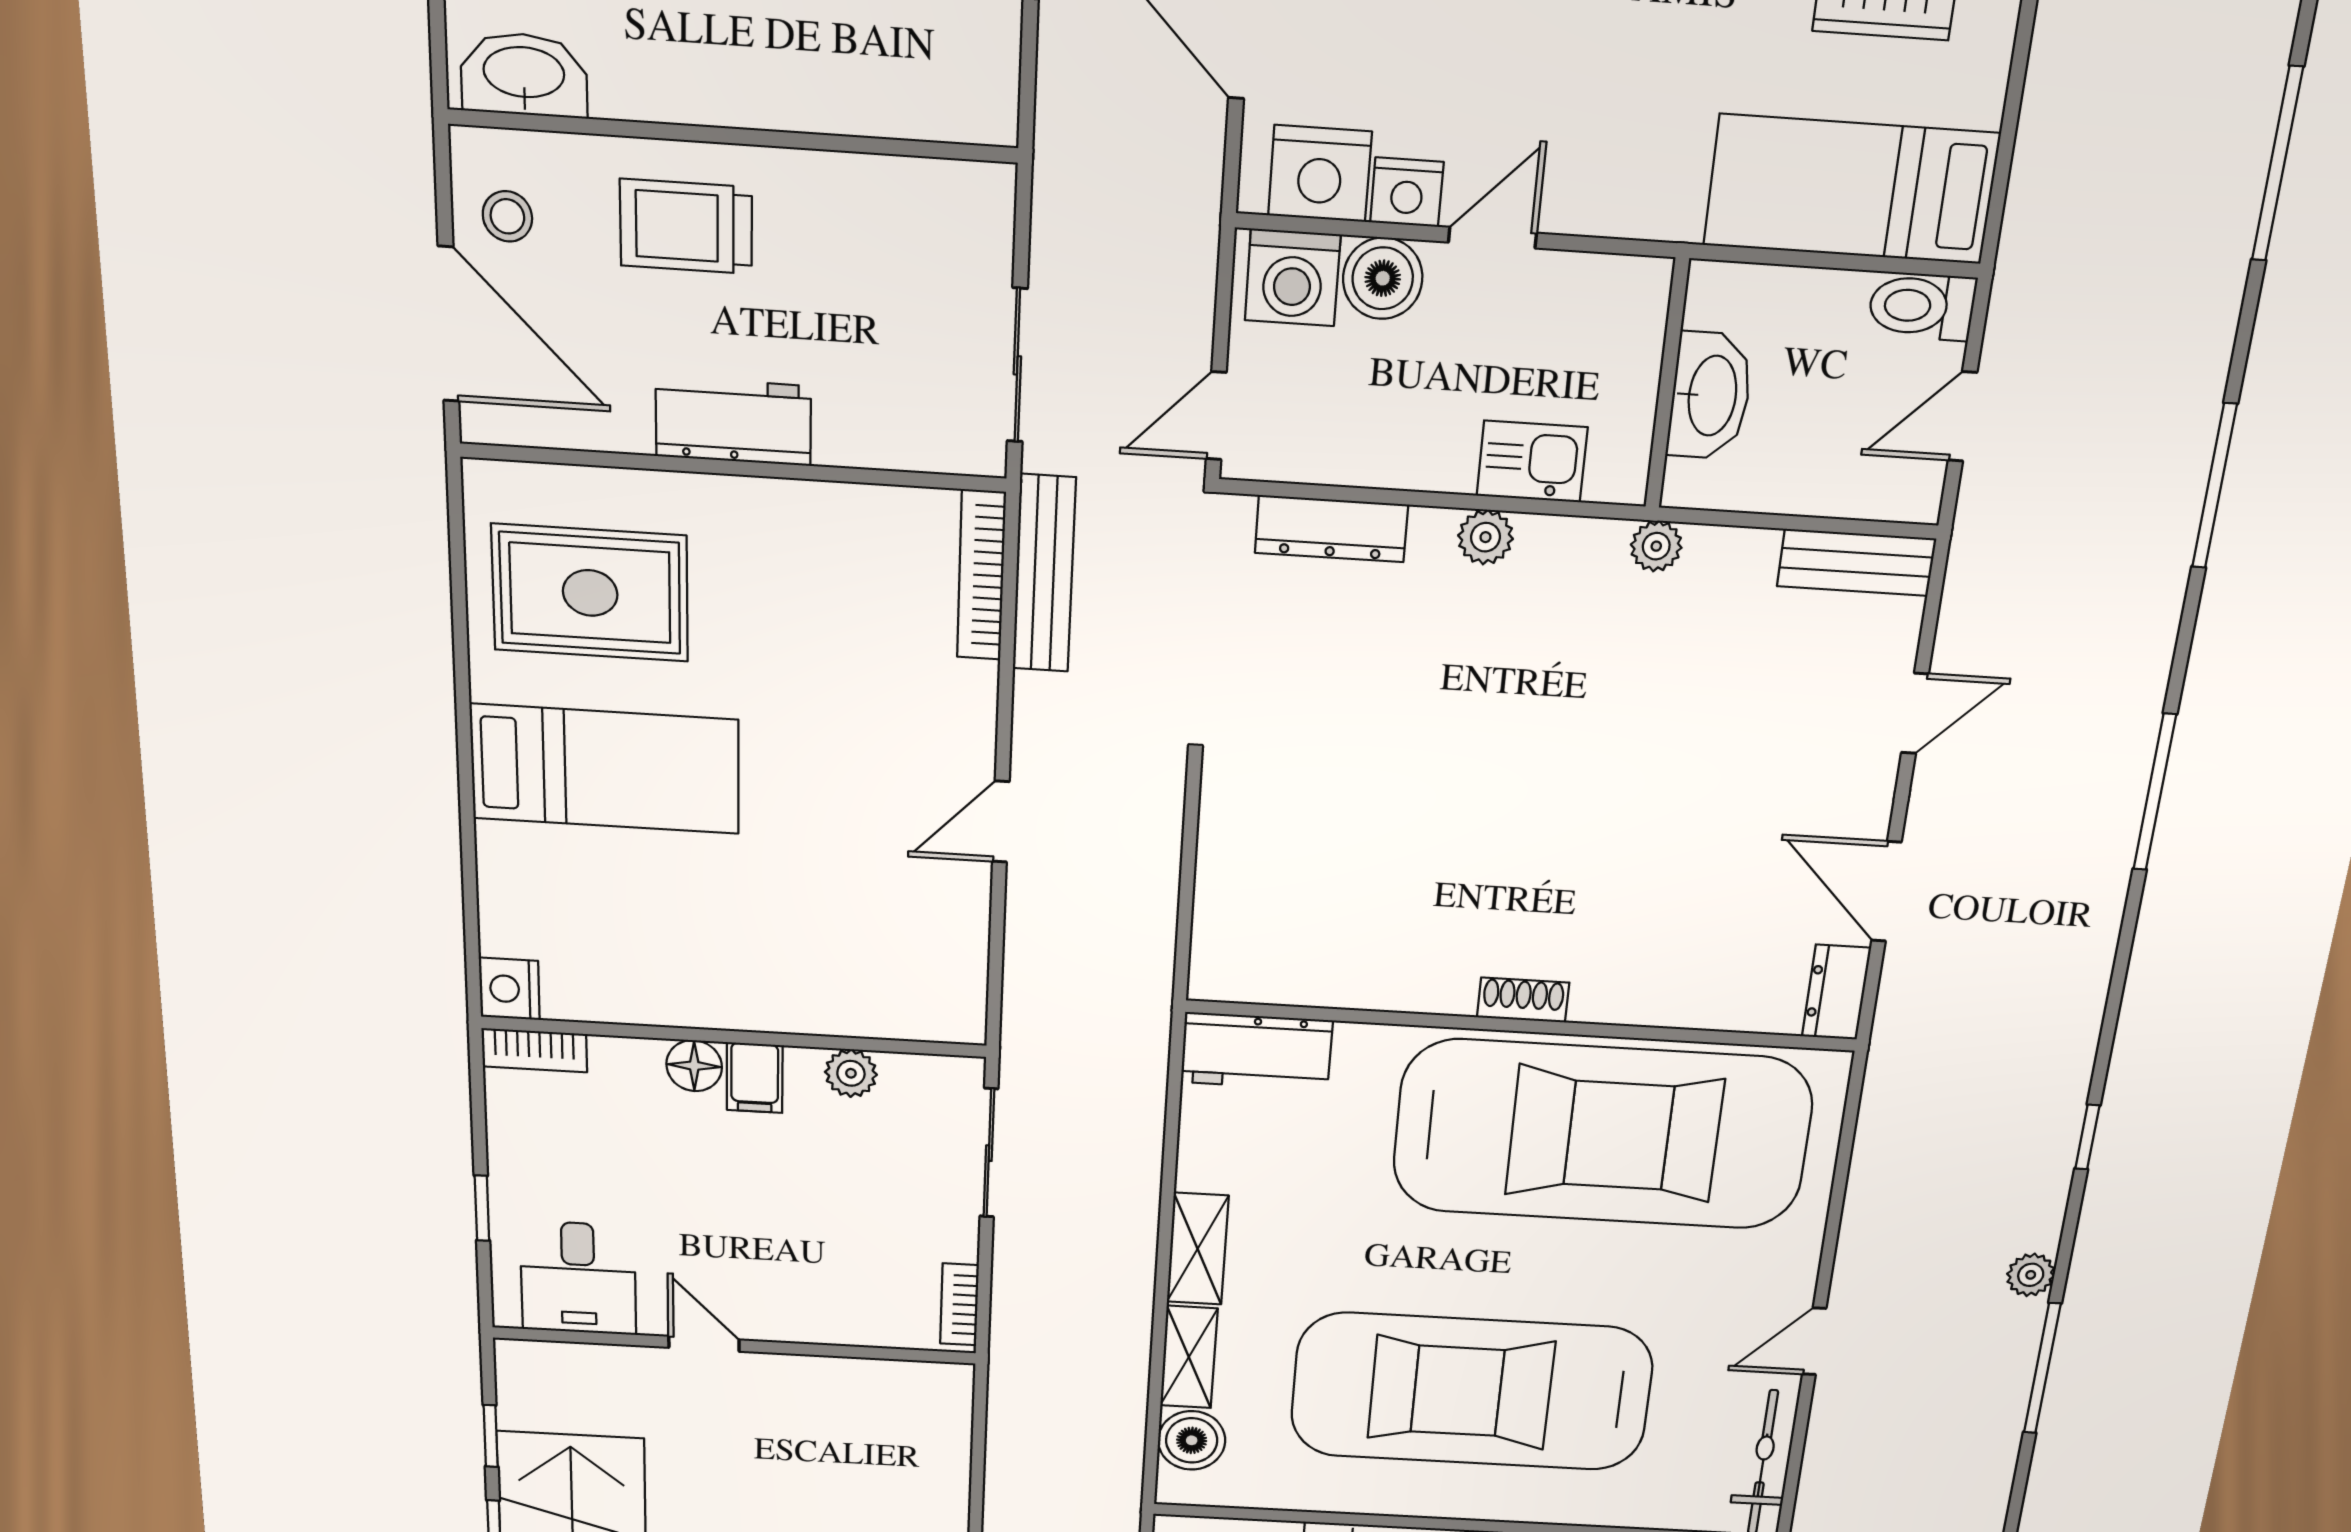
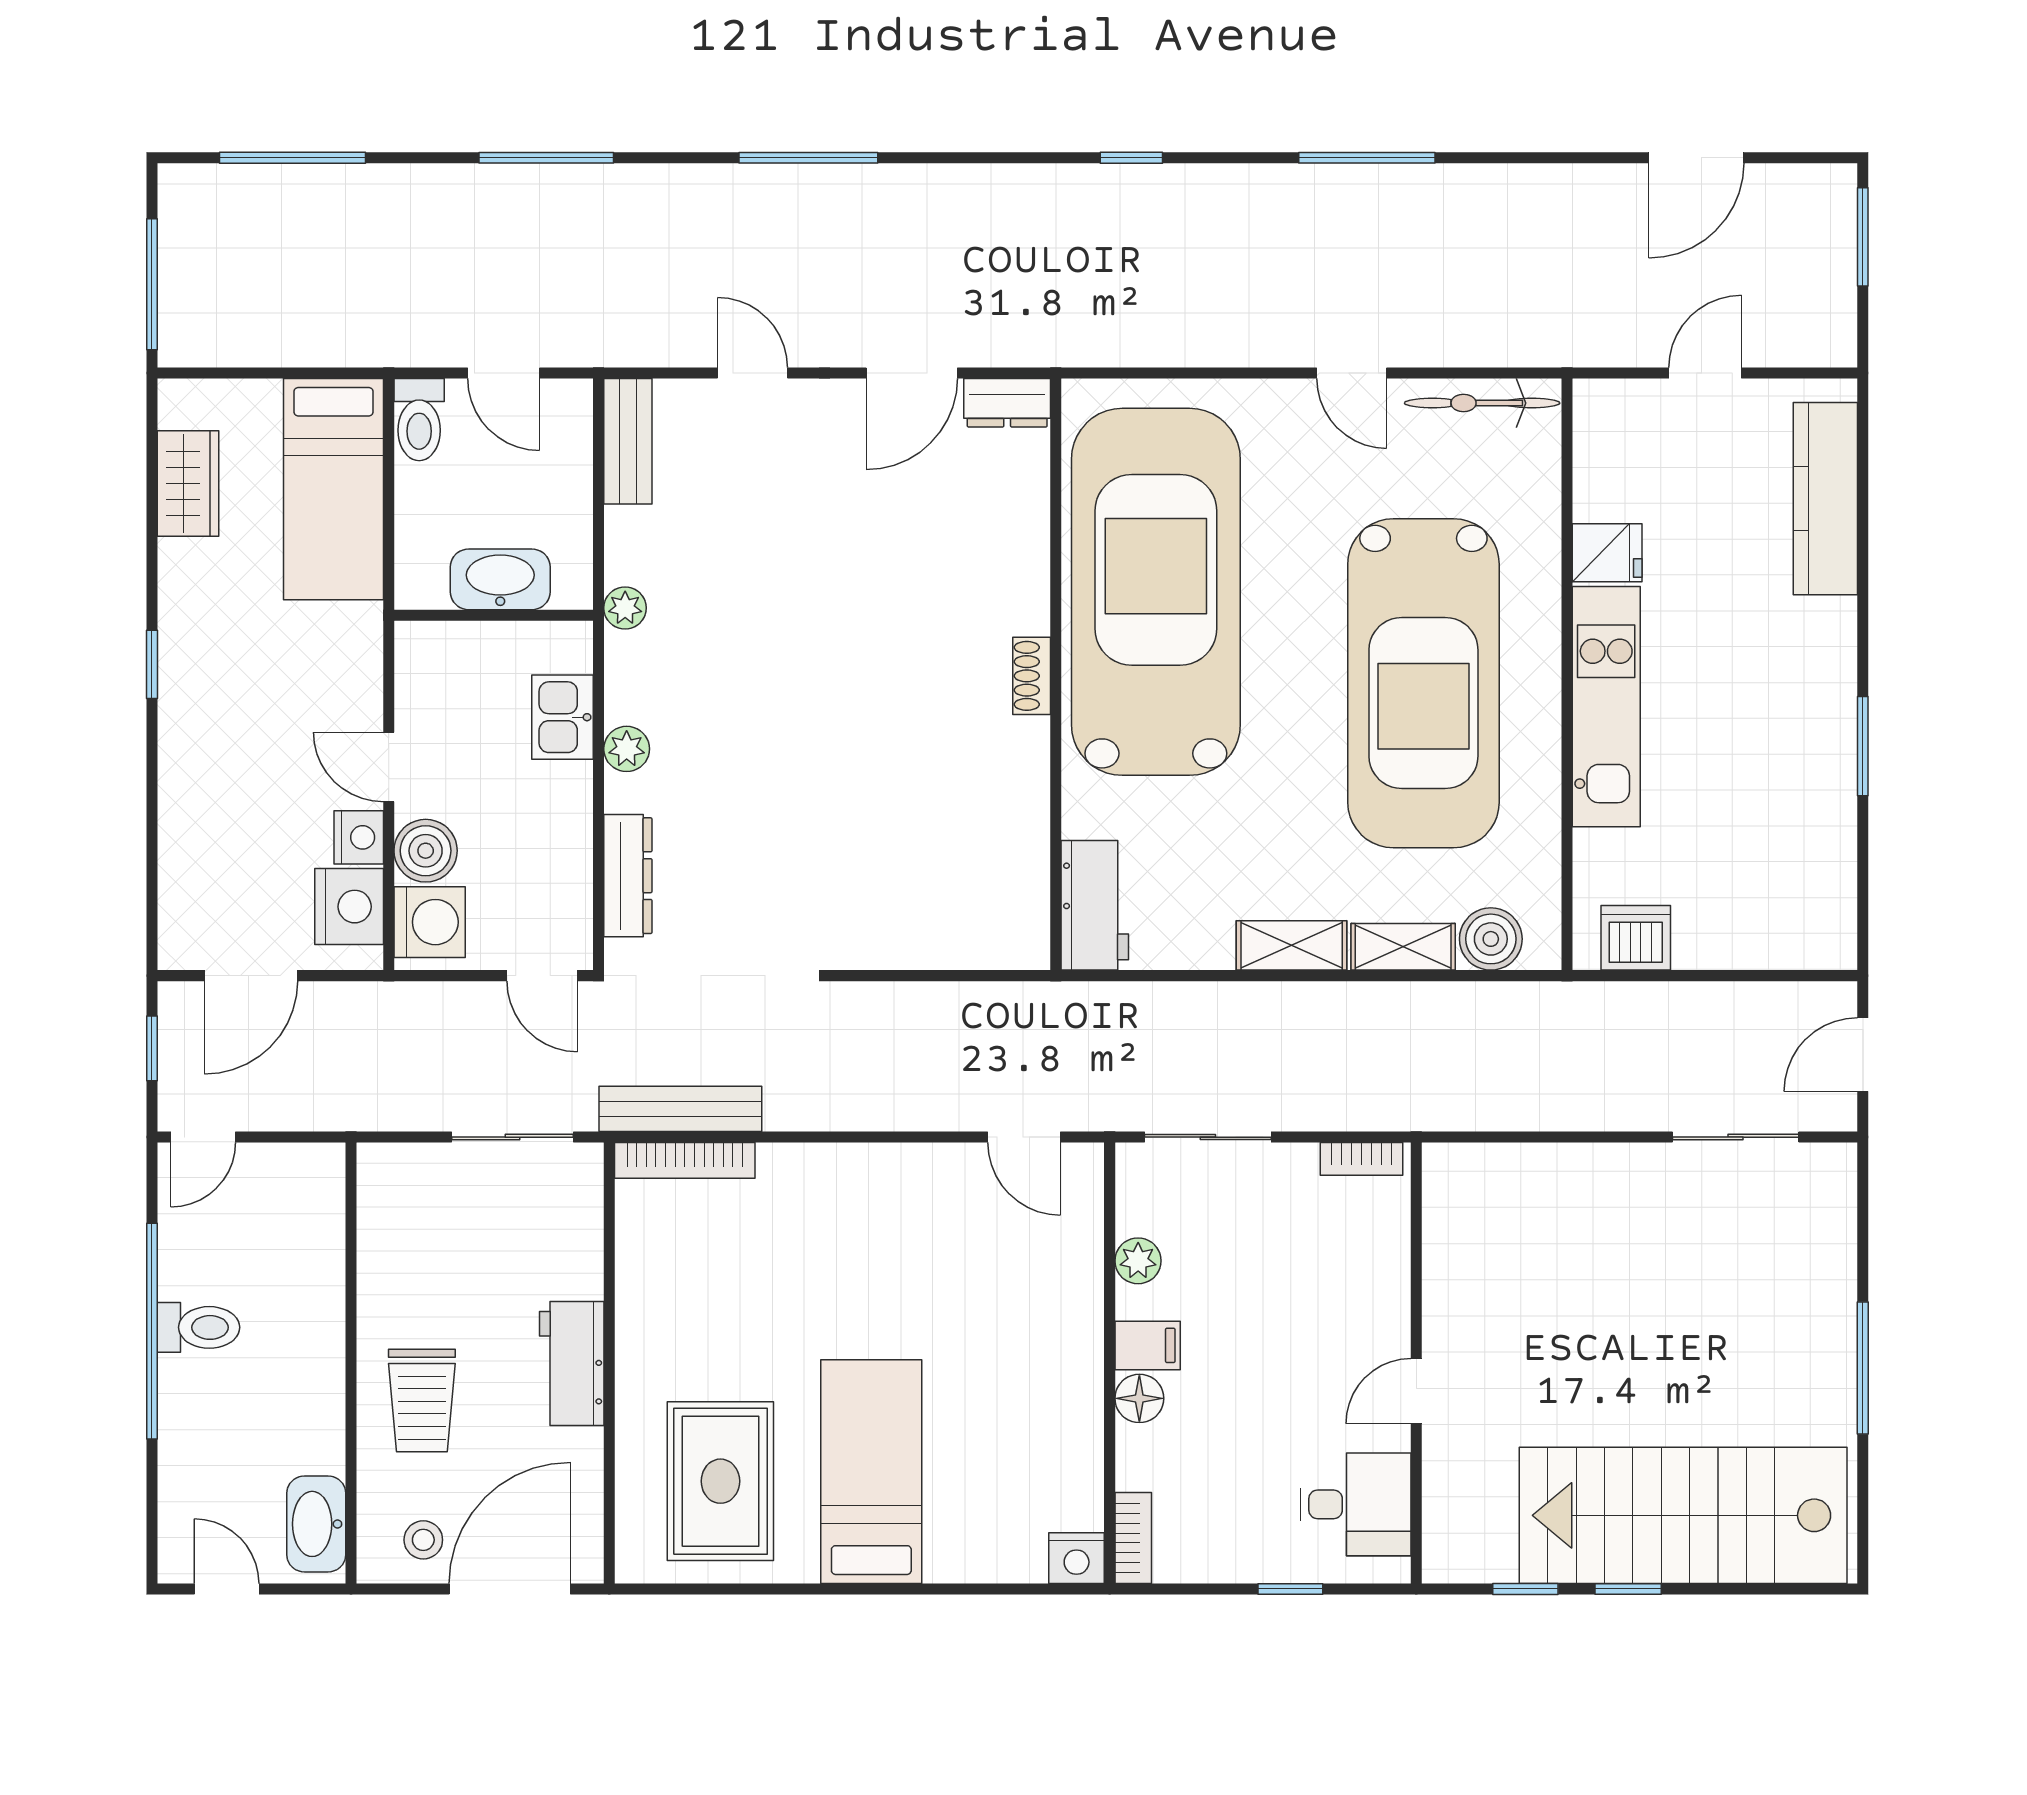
door: (1001, 822) -> (1024, 1137), moved
plant: (2031, 1275) -> (1271, 185), removed

